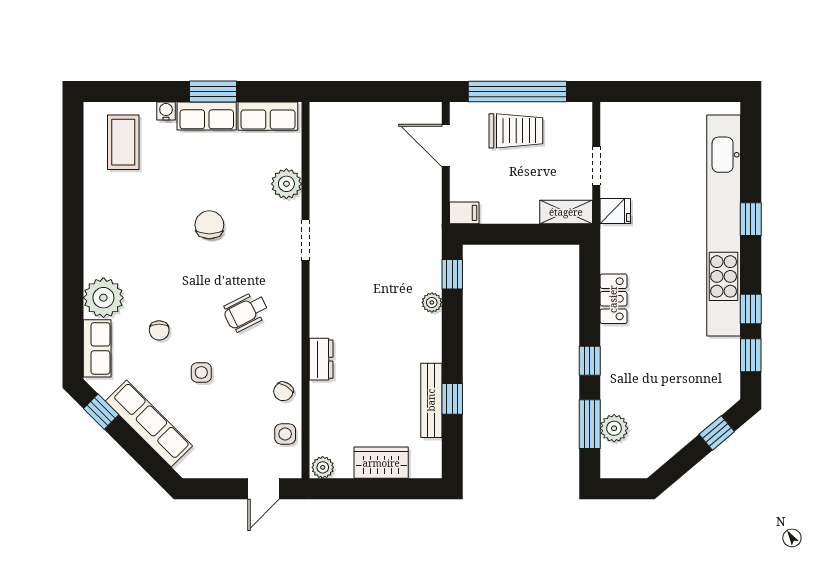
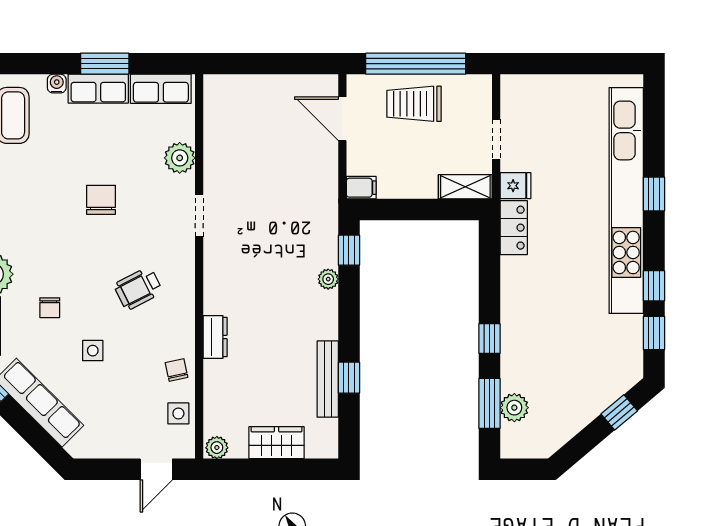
trolley: (516, 131) -> (414, 104), turned 180
locker: (613, 299) -> (514, 228), moved
chair: (283, 391) -> (177, 370), turned 137

